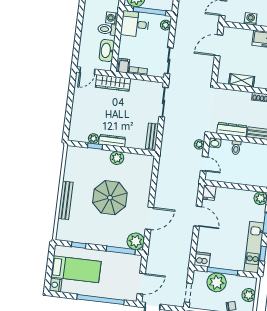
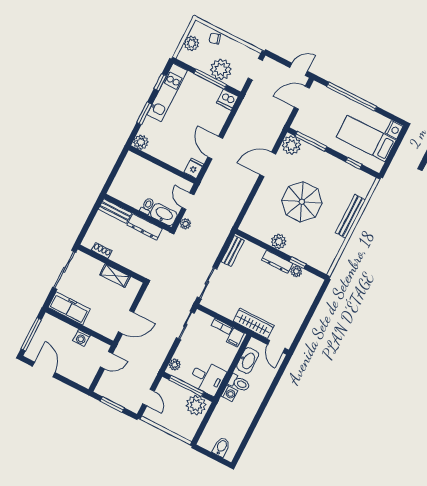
door: (87, 71) -> (276, 346), swing flipped
washbasin: (215, 143) -> (164, 215), width x1.91, depth x1.45

